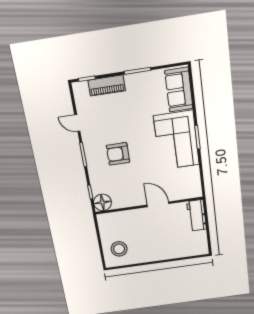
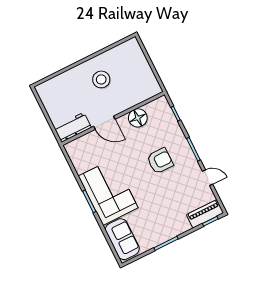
piano: (107, 85) -> (205, 214), moved
floor lamp: (102, 202) -> (138, 118), moved
workbench: (196, 215) -> (73, 127), moved, turned -90
stool: (119, 249) -> (101, 79), moved

